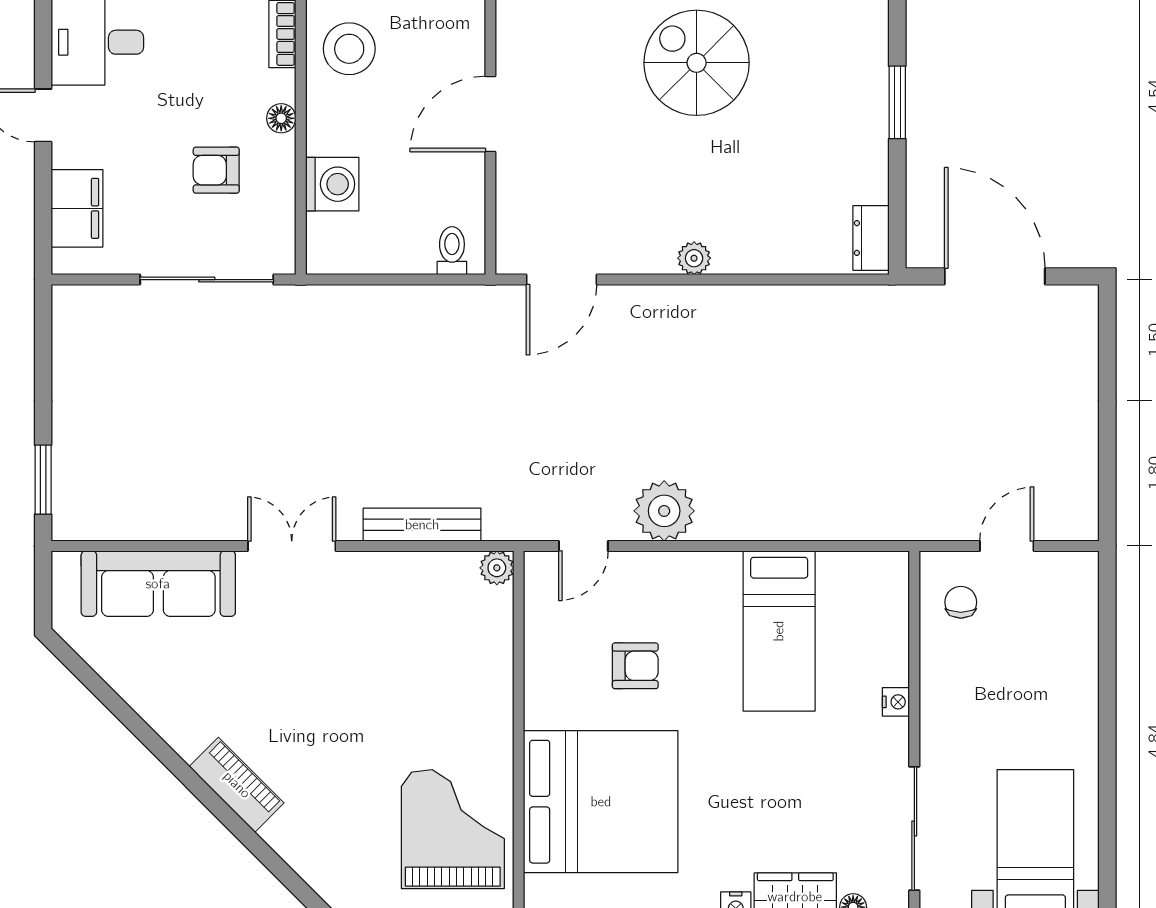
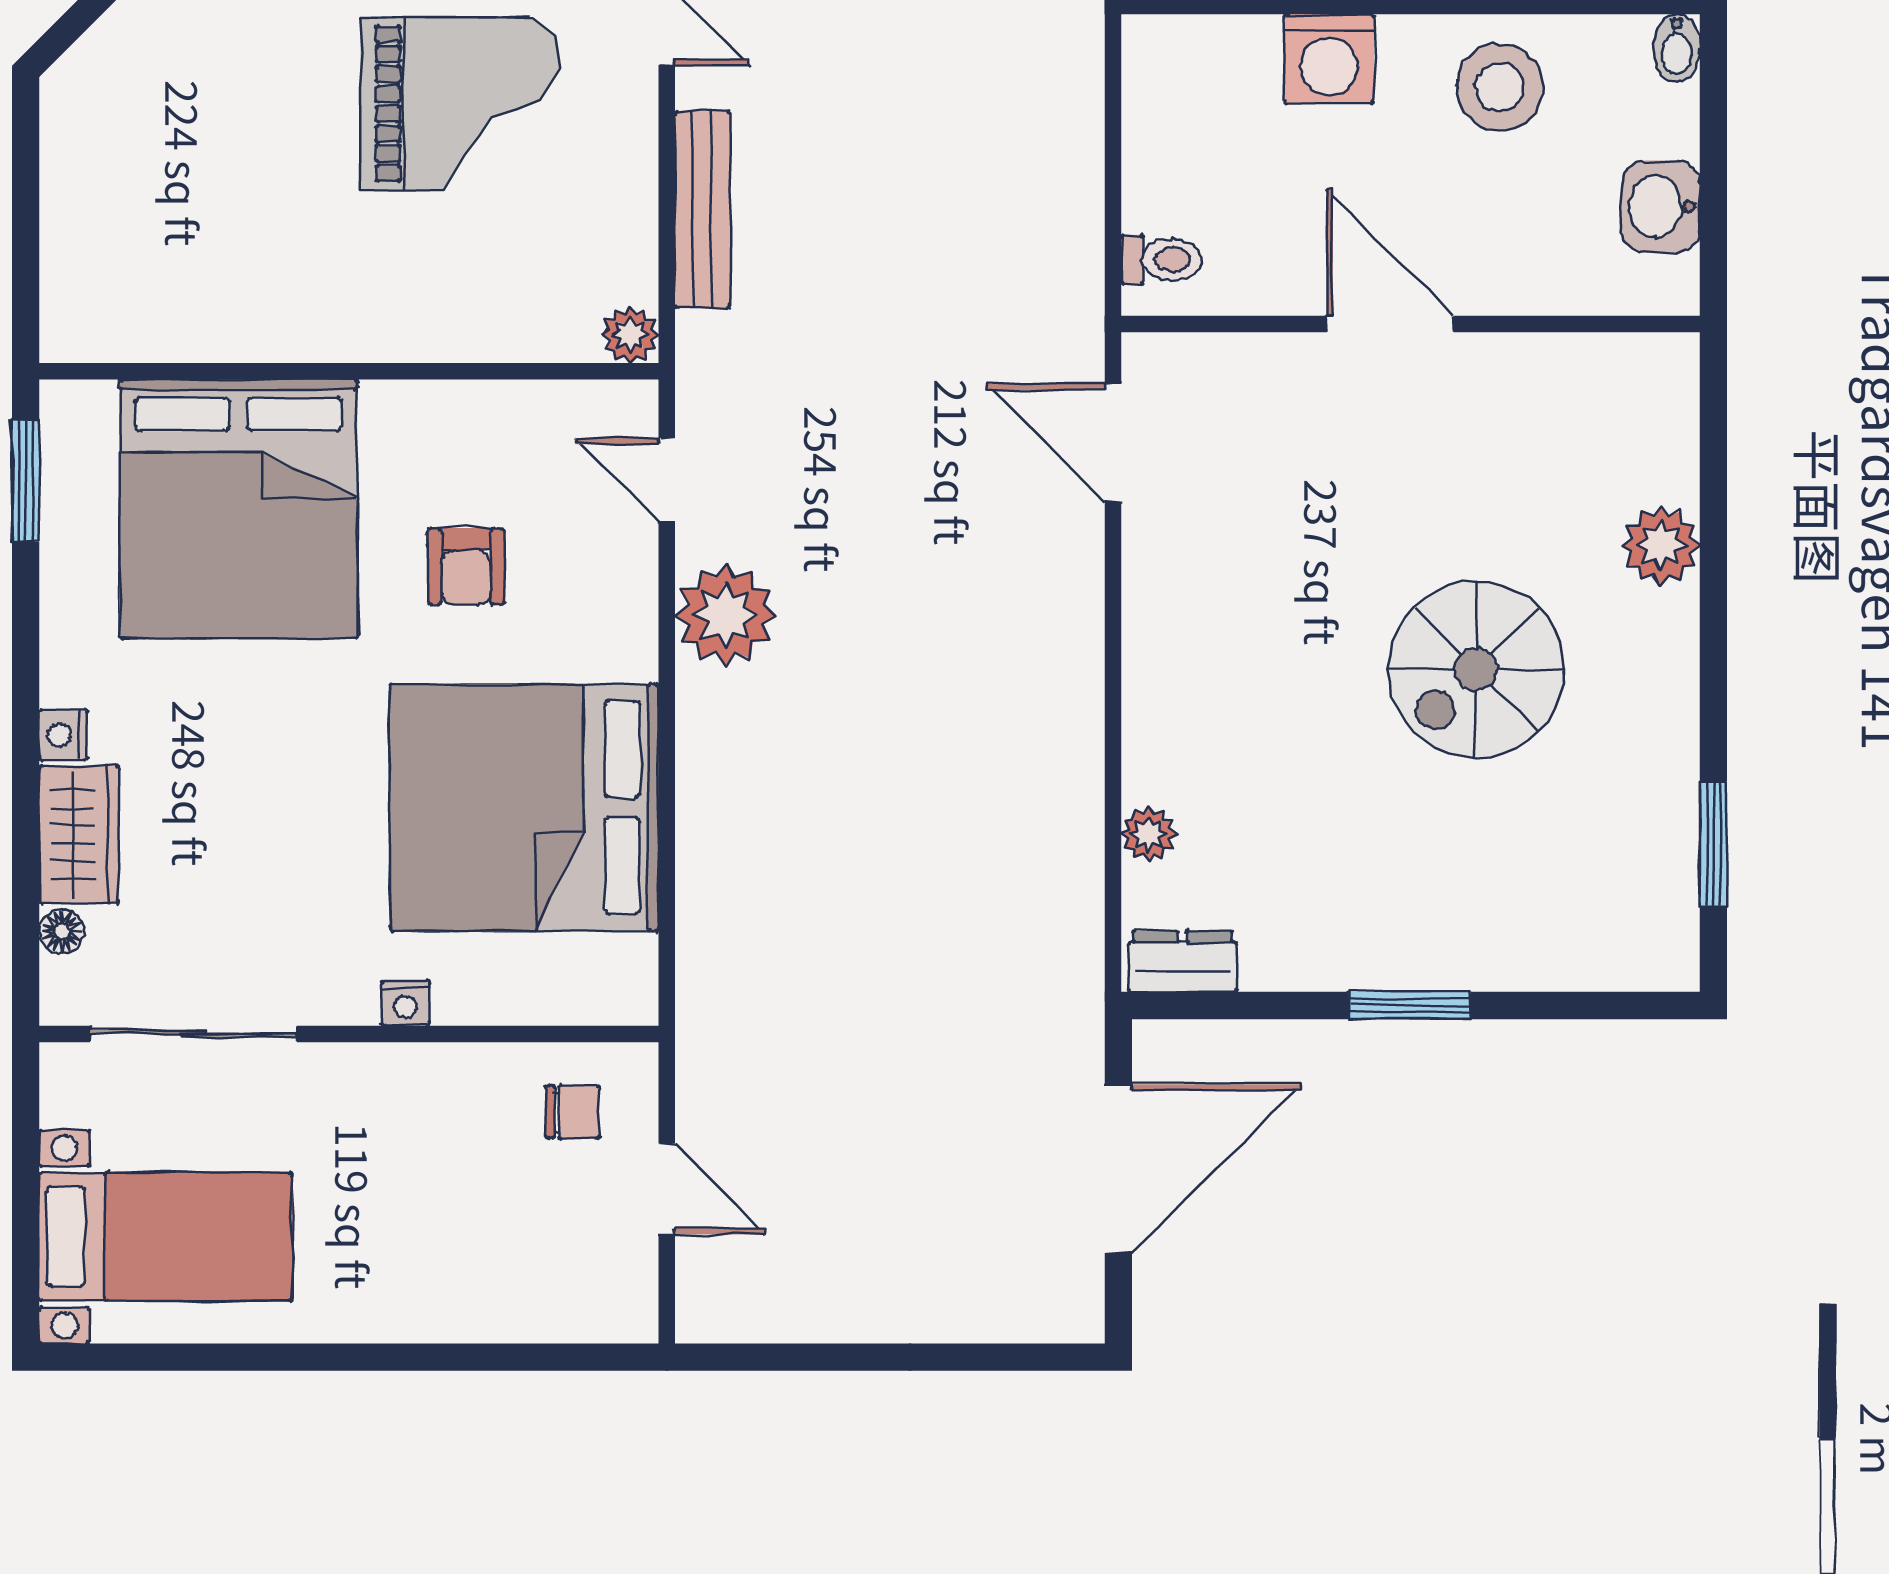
spiral stairs: (697, 63) -> (1476, 669), turned 180
washing machine: (332, 184) -> (1329, 59), moved
plant: (694, 258) -> (1149, 834), moved
bed: (779, 631) -> (524, 808), width x2.04
grand piano: (453, 829) -> (460, 104), moved

